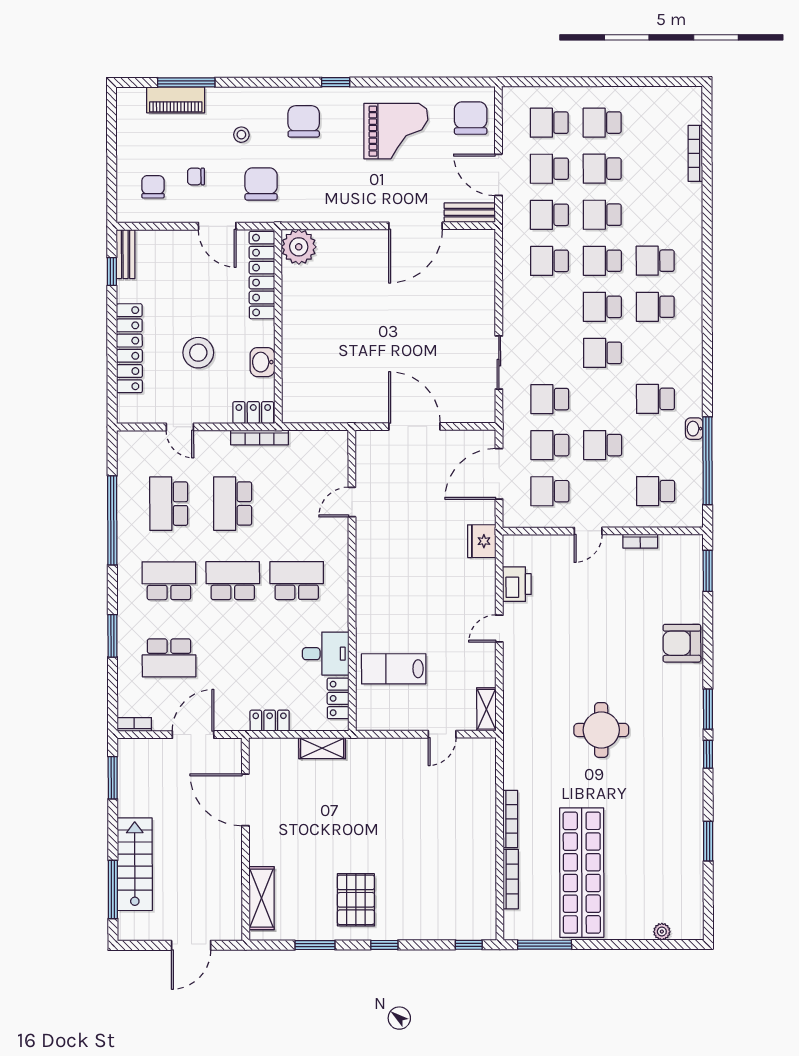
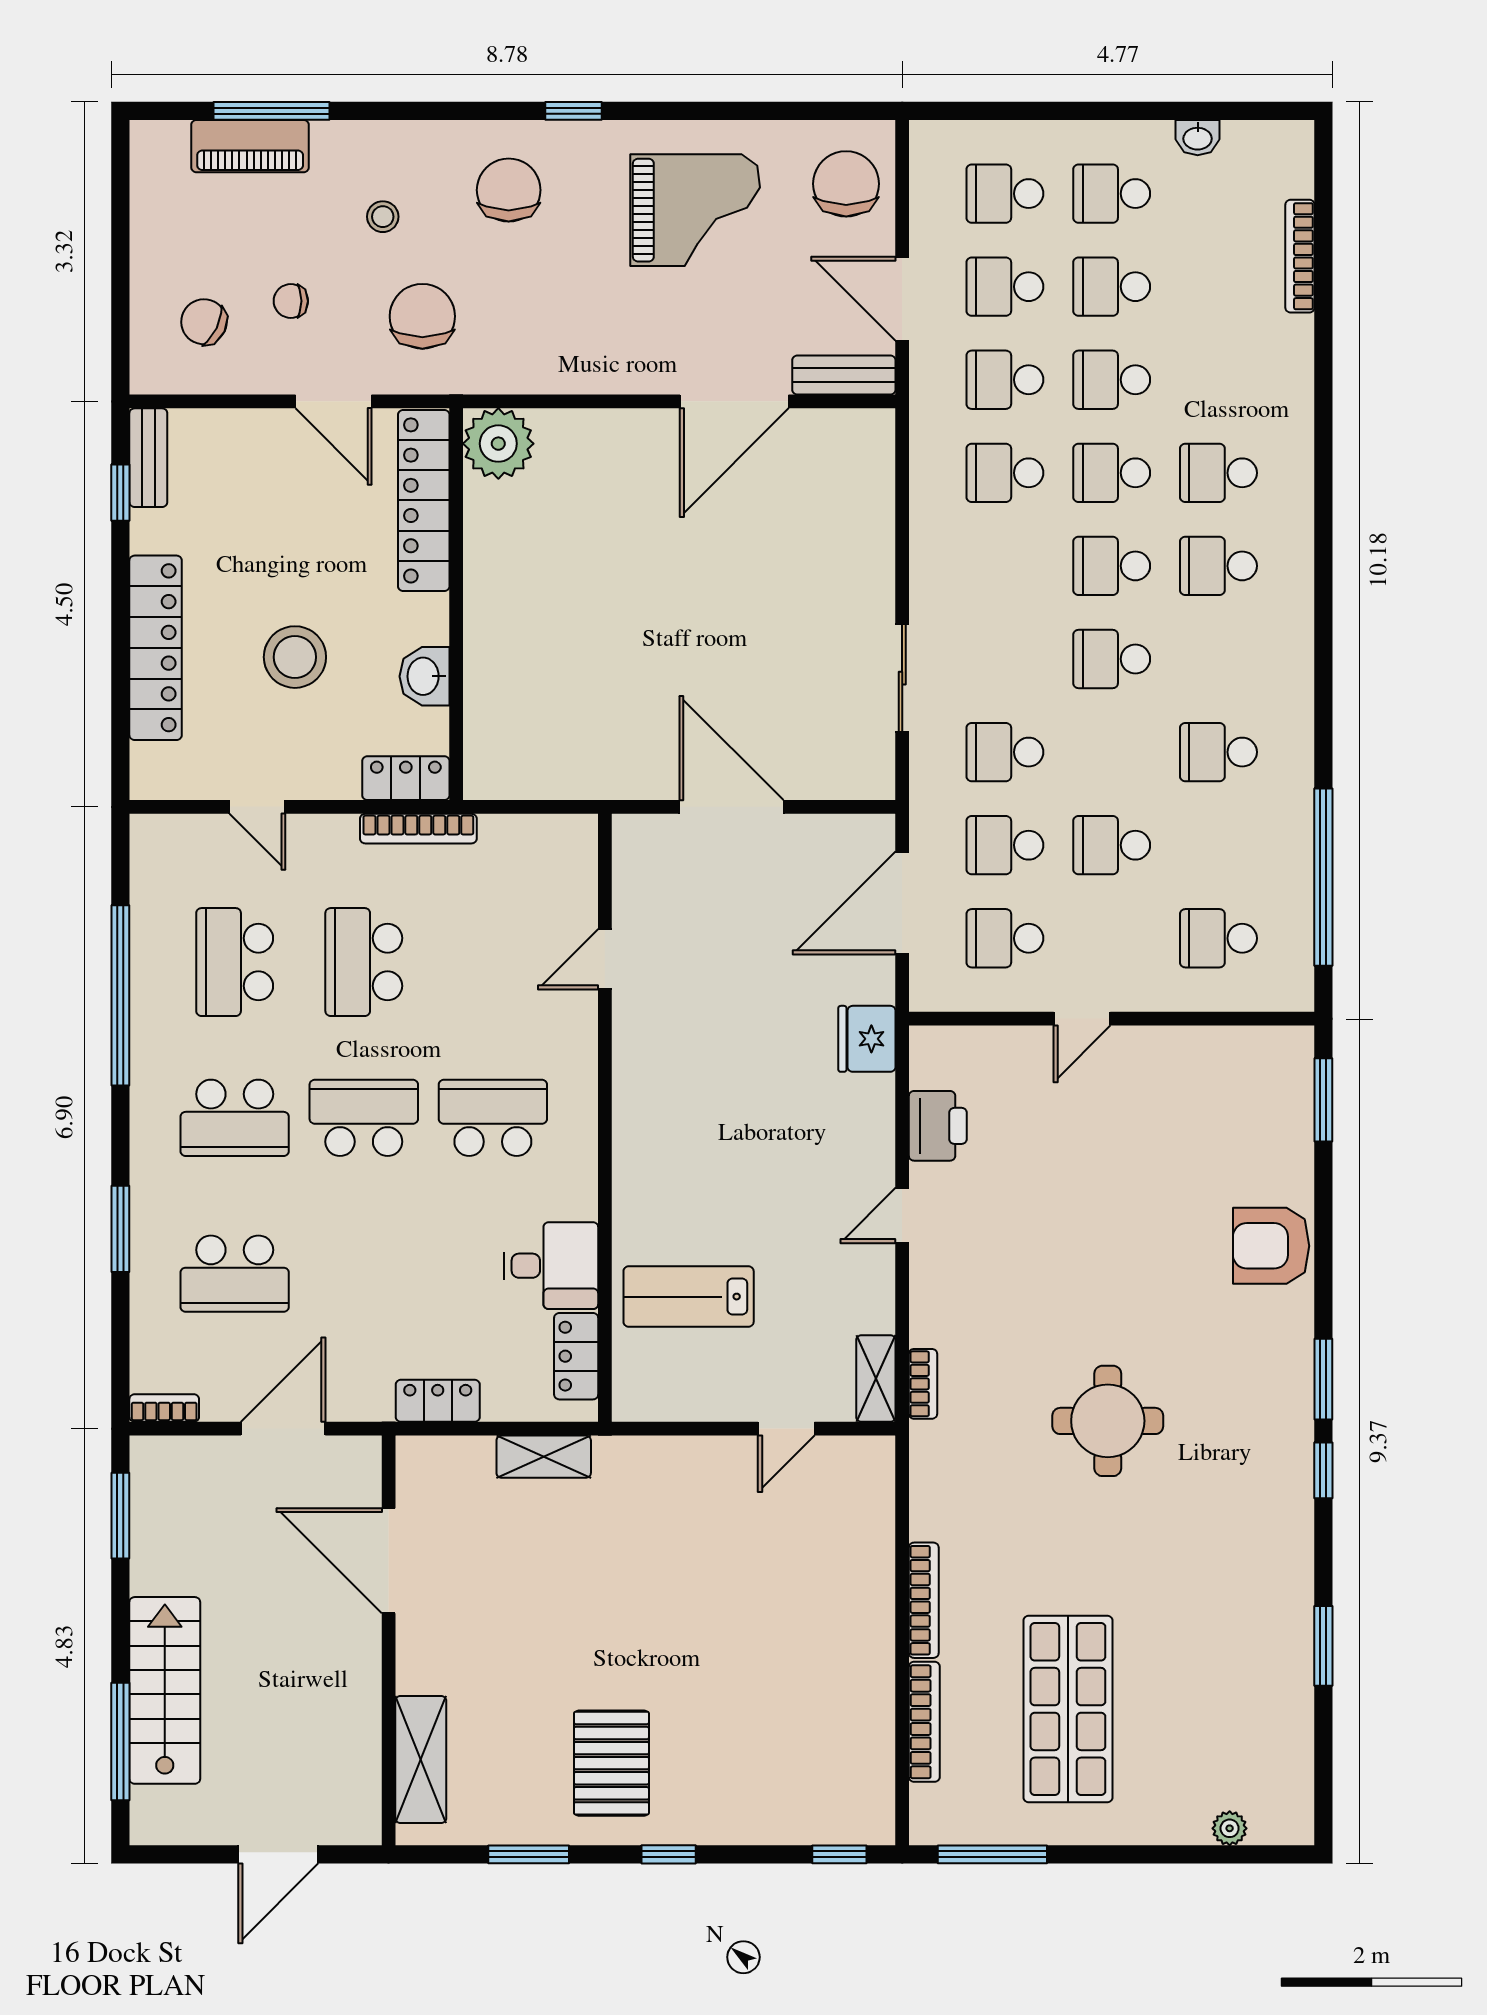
chair: (153, 187) -> (204, 322), turned -64
washbasin: (694, 429) -> (1198, 138), moved, turned -90
bookcase: (640, 541) -> (923, 1384), moved, turned -90
school desk: (169, 581) -> (235, 1118), turned 180
shop shelf: (582, 873) -> (1068, 1709), width x0.71

